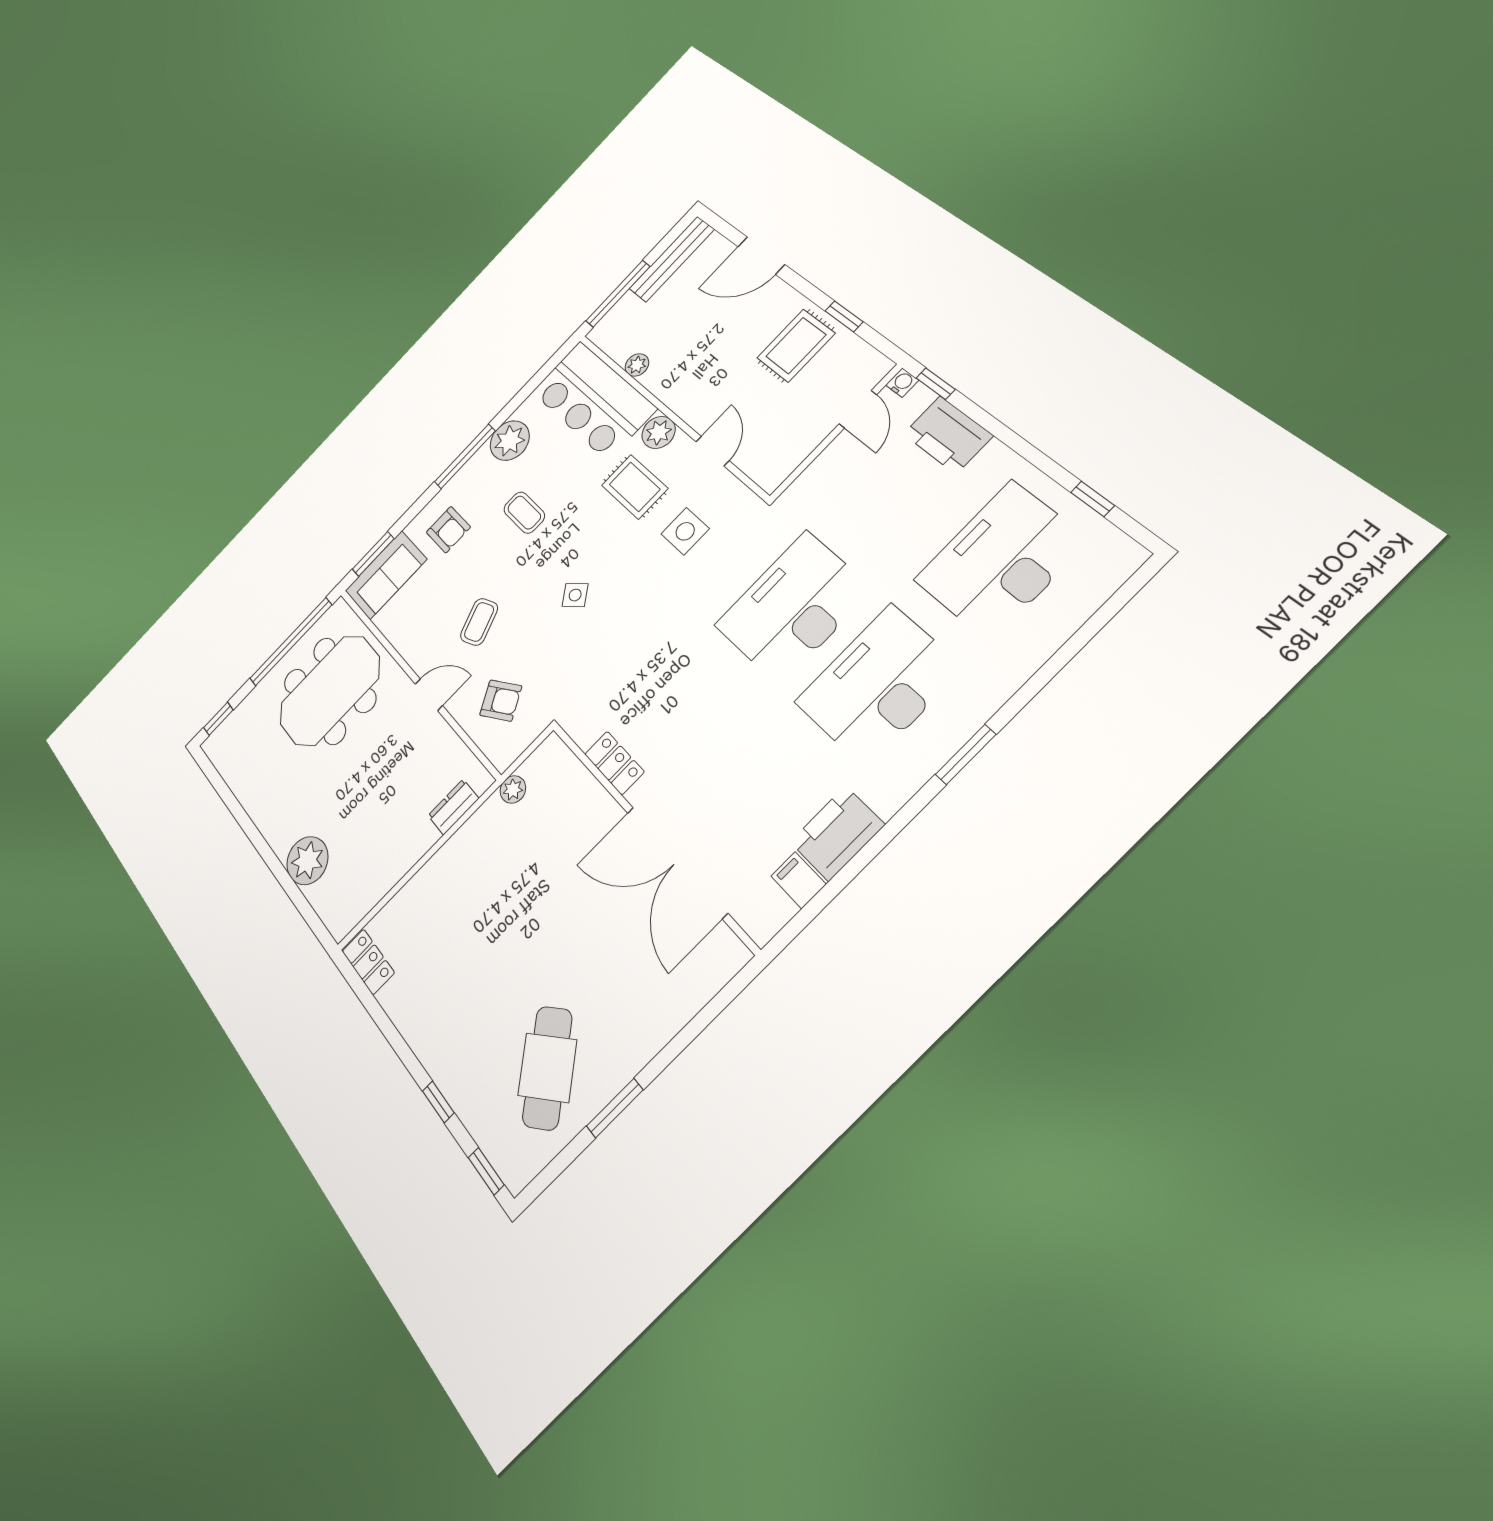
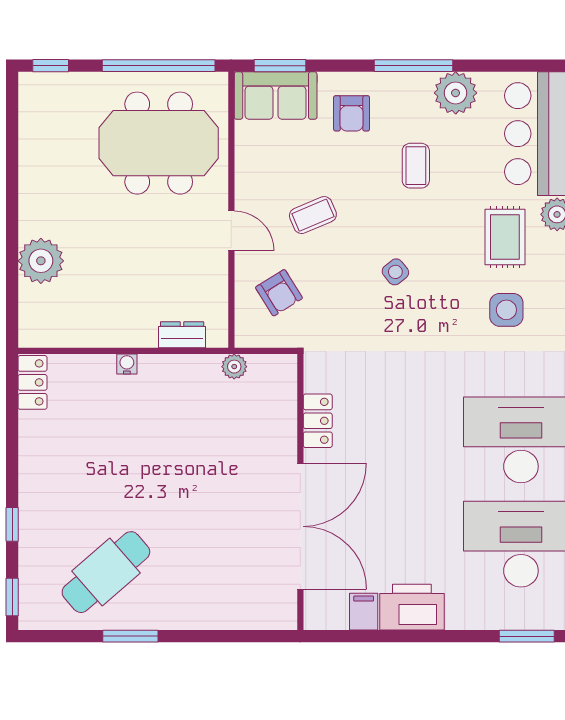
double door: (676, 862) -> (300, 526), swing flipped
water cooler: (429, 873) -> (127, 364), added

